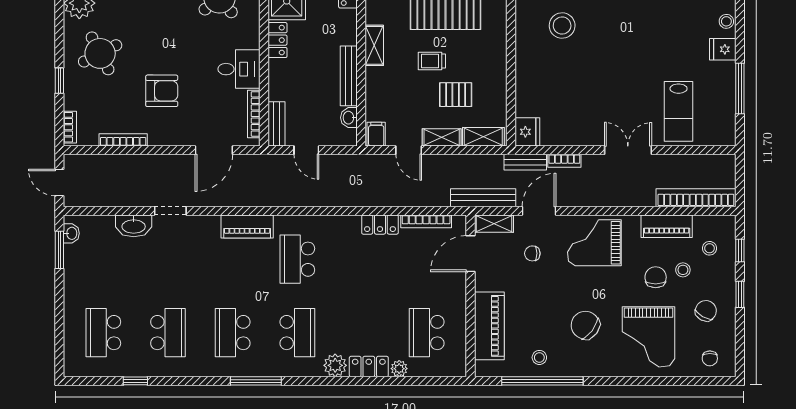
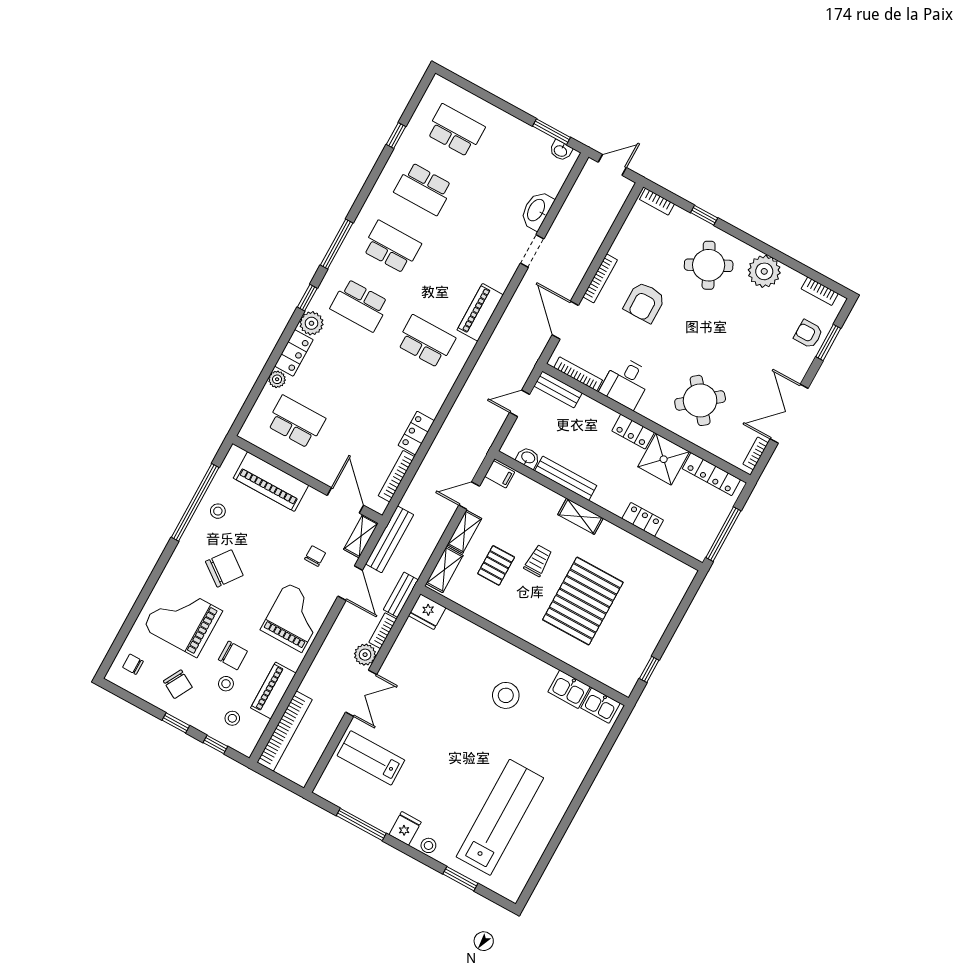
bookcase: (123, 140) -> (600, 278), moved
plant: (593, 165) -> (365, 655), added
window: (315, 381) -> (307, 298), added

